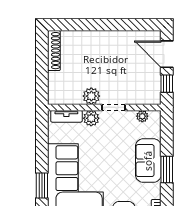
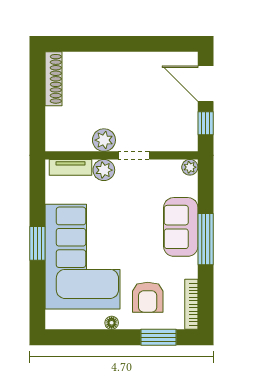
plant: (142, 116) -> (190, 167), moved
window: (167, 170) -> (206, 239), width x1.44
window: (42, 185) -> (37, 243), moved

